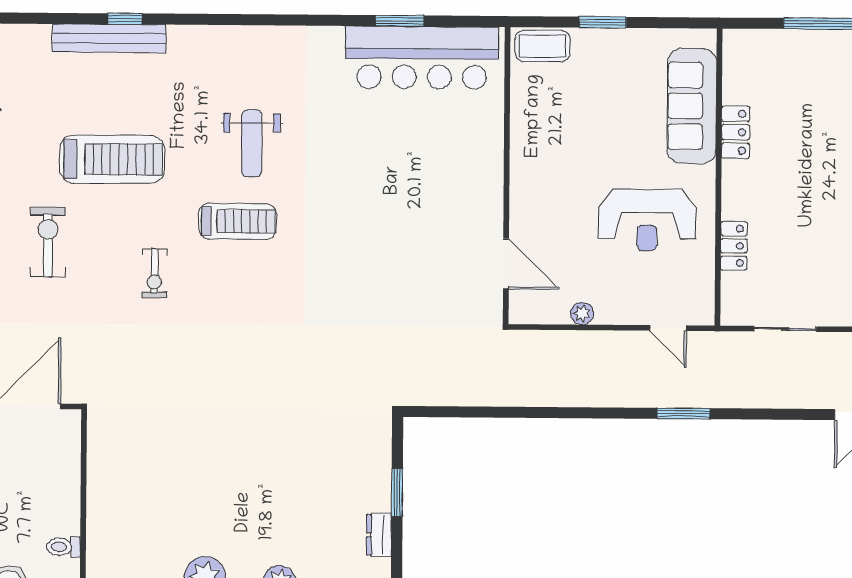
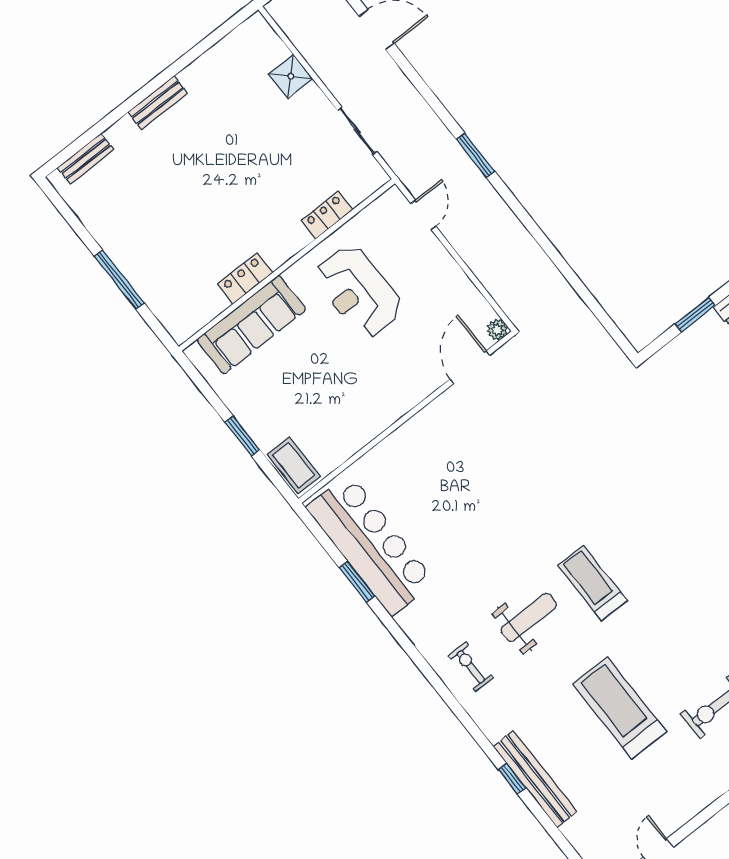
reception desk: (647, 220) -> (358, 292), turned 180
exercise bike: (154, 273) -> (471, 667), moved, turned -90
plant: (582, 313) -> (497, 329), moved

